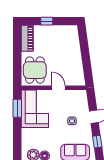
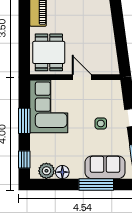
window: (17, 108) -> (24, 121), moved
window: (17, 147) -> (24, 159), added

